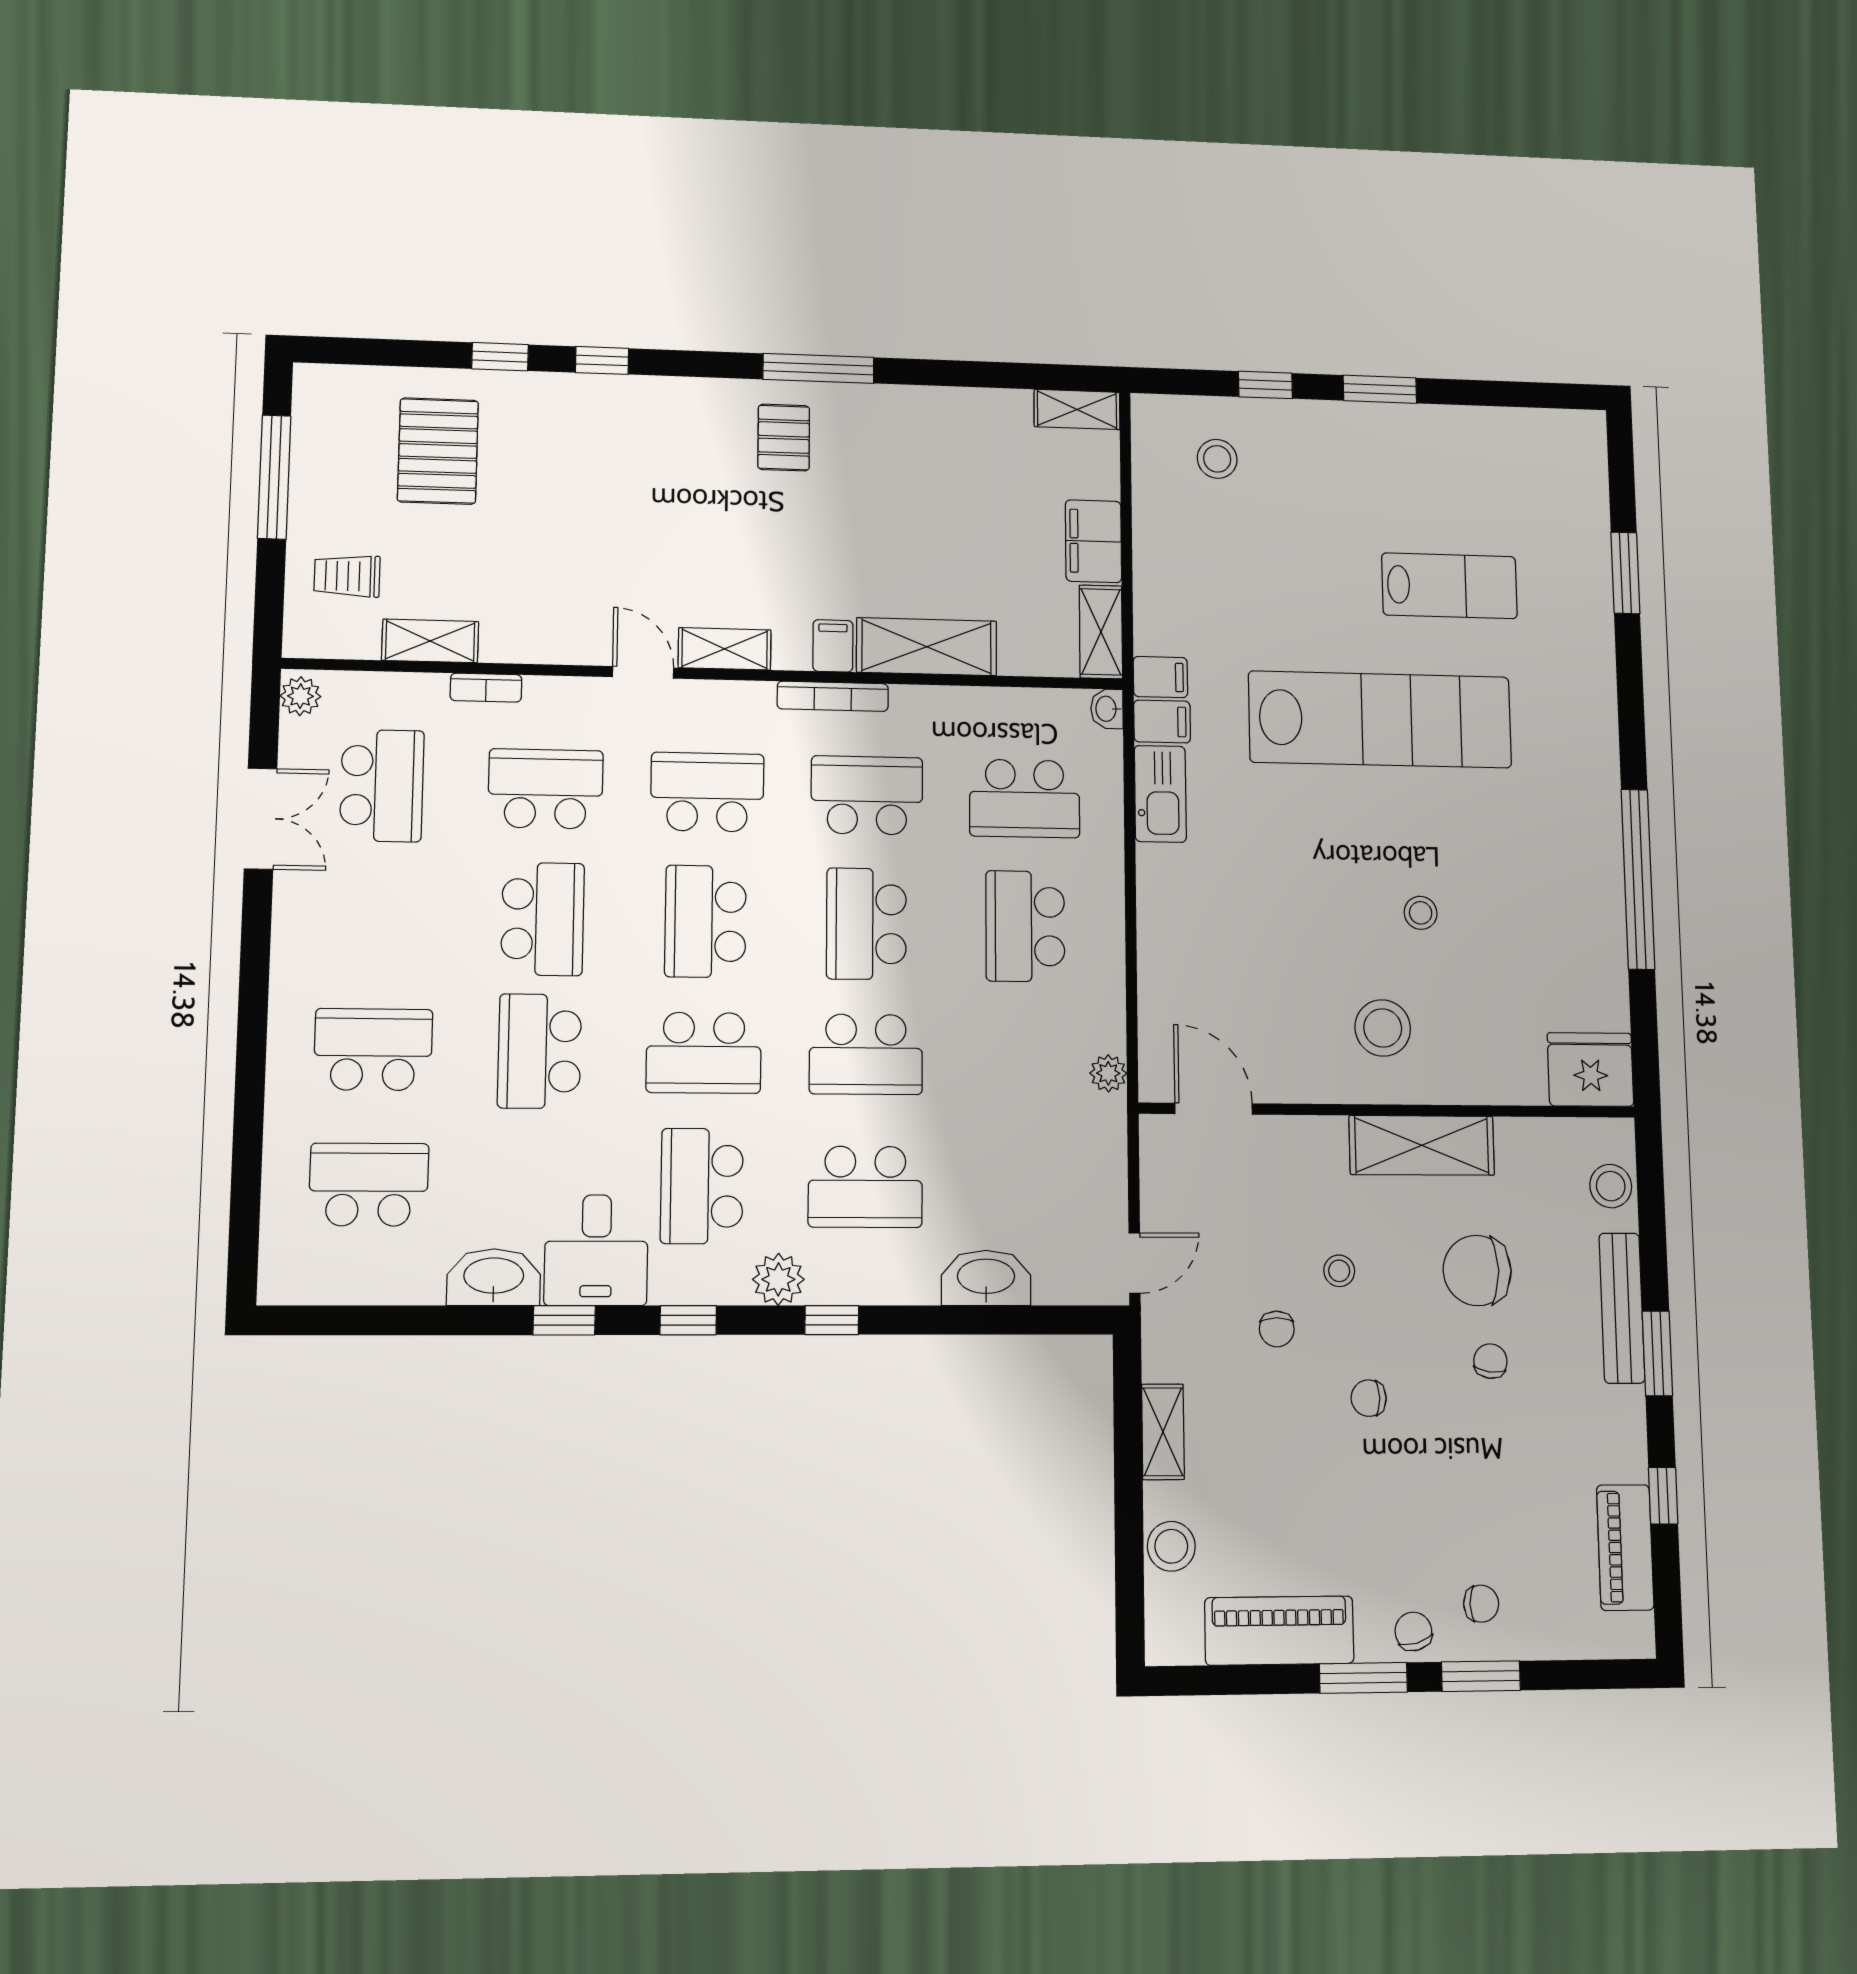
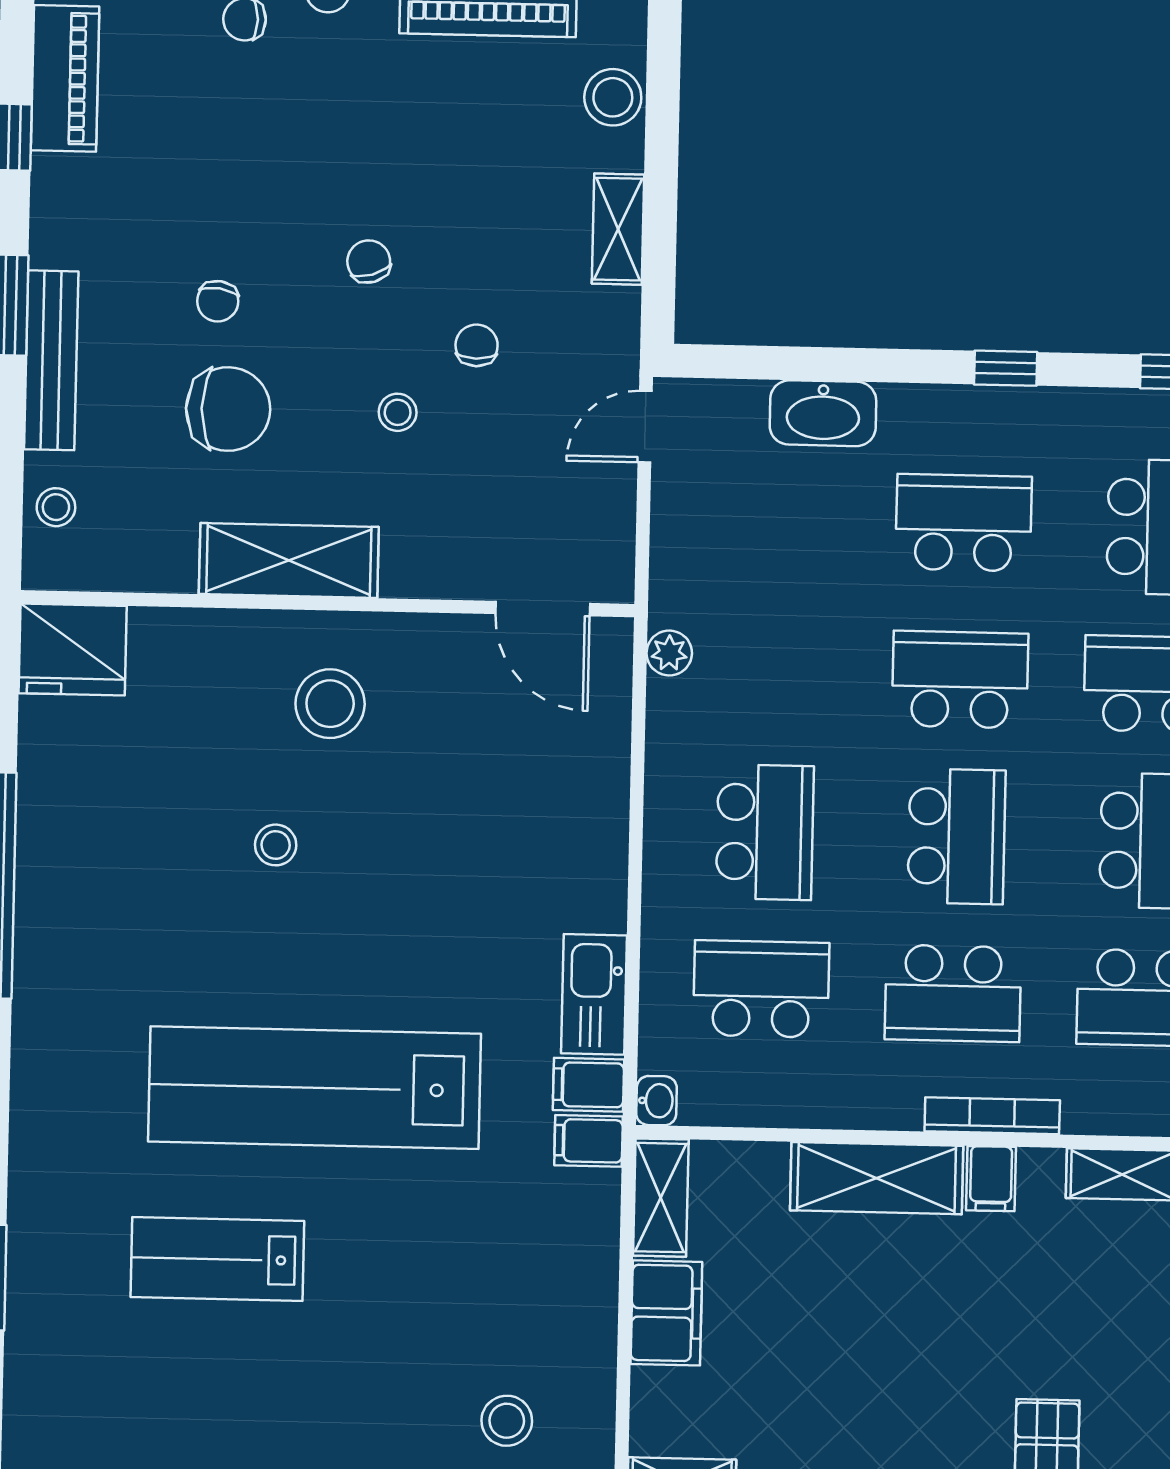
stool: (1611, 1186) -> (56, 507), width x0.73, depth x0.73
plant: (778, 1279) -> (1067, 417), removed
chair: (1369, 1398) -> (369, 262), turned -107

